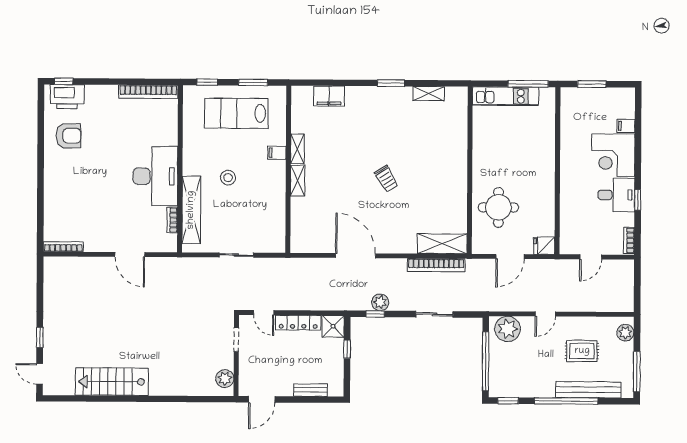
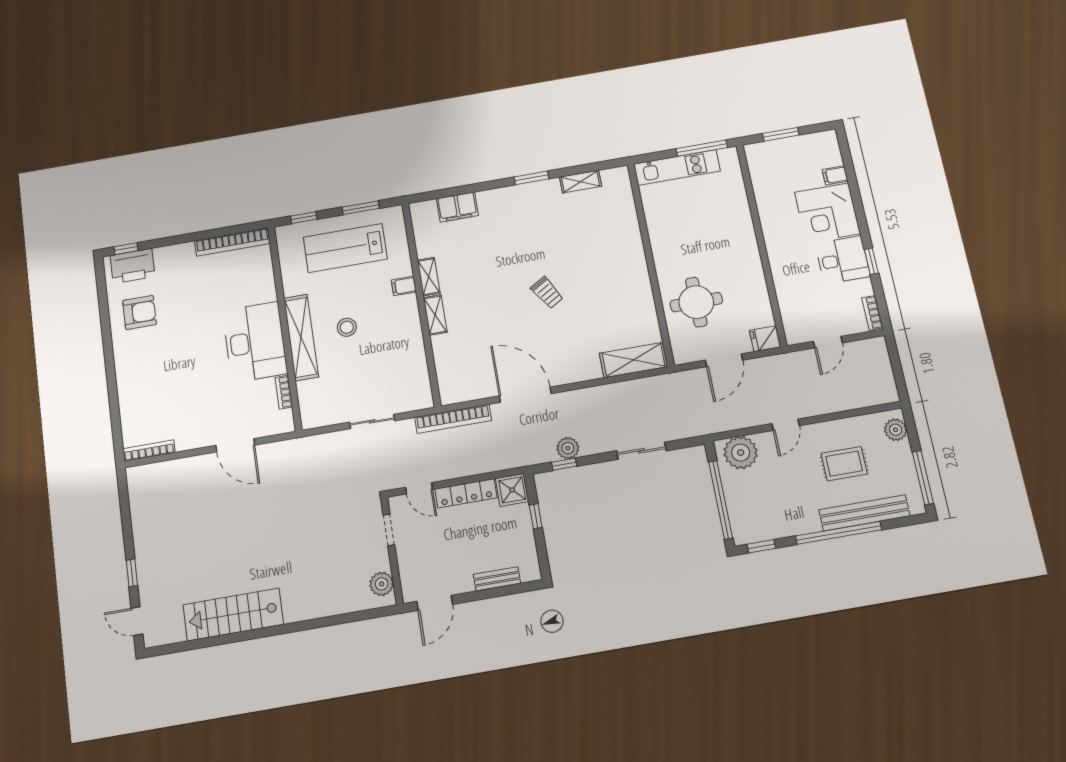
shelving: (191, 210) -> (301, 337), moved
bookcase: (436, 265) -> (453, 419), moved

